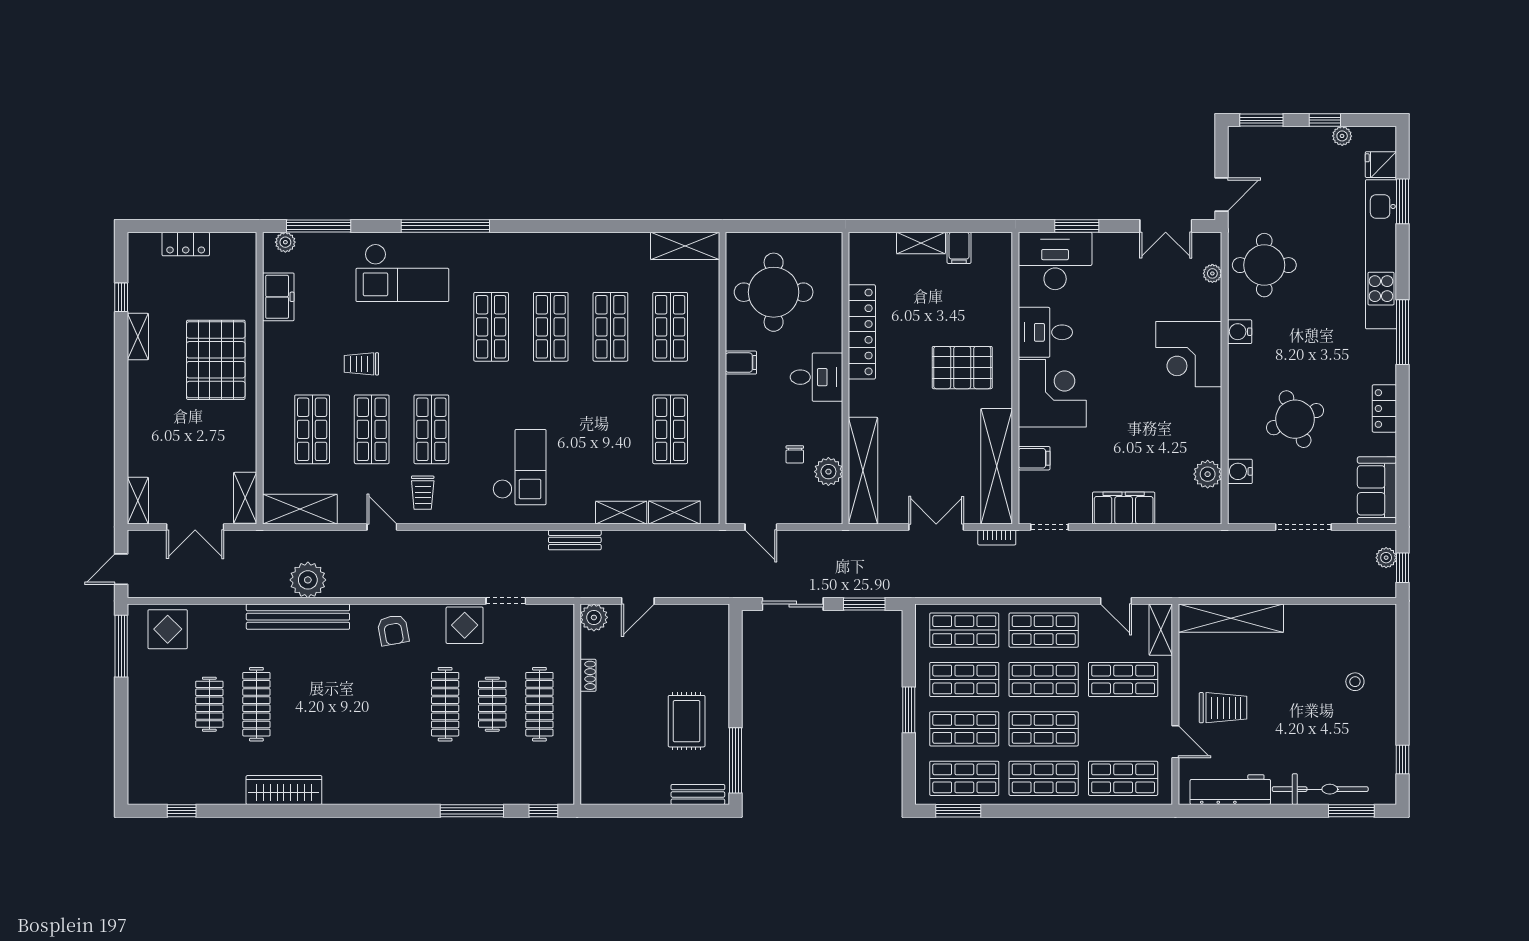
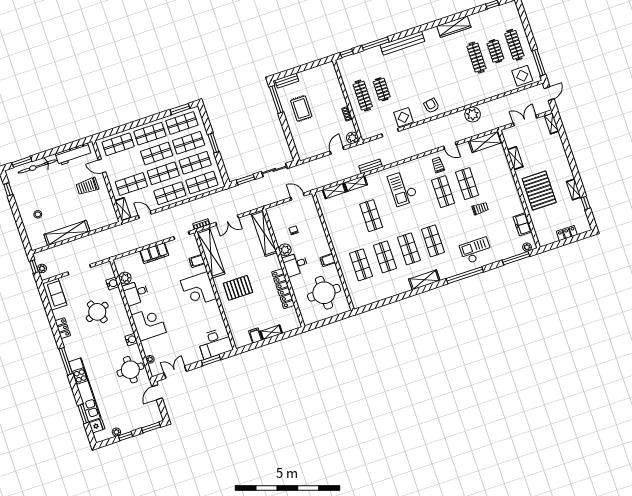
shelving: (685, 246) -> (424, 280), moved
checkout: (402, 273) -> (476, 251), width x0.73, depth x0.83
desk: (1045, 332) -> (136, 293), moved, turned 180
shop shelf: (312, 429) -> (491, 176), removed
shop shelf: (670, 429) -> (371, 216), moved
plant: (828, 472) -> (285, 250), moved
shelving: (245, 498) -> (515, 158), moved
bench: (298, 617) -> (402, 43), moved
shelving: (1231, 618) -> (67, 233), moved
clothes rail: (445, 704) -> (514, 45), moved

